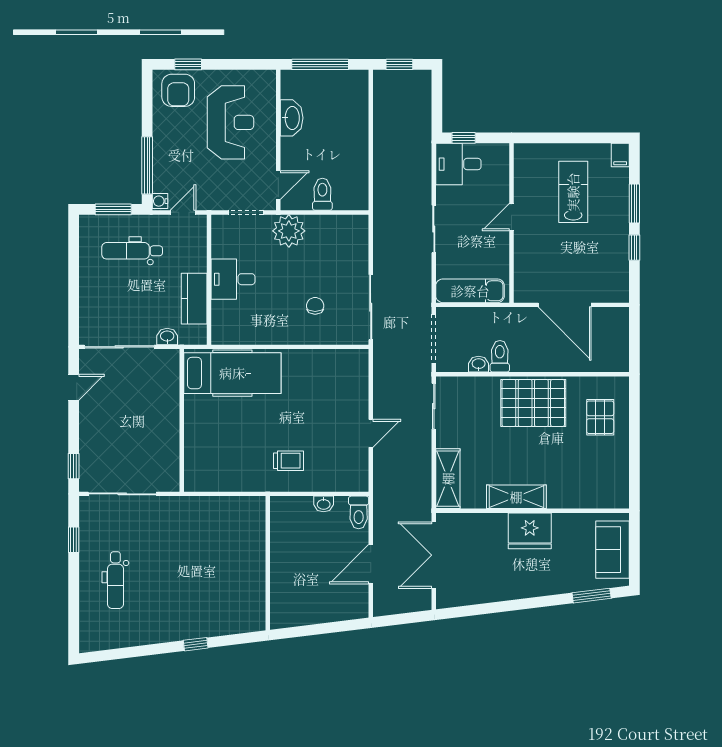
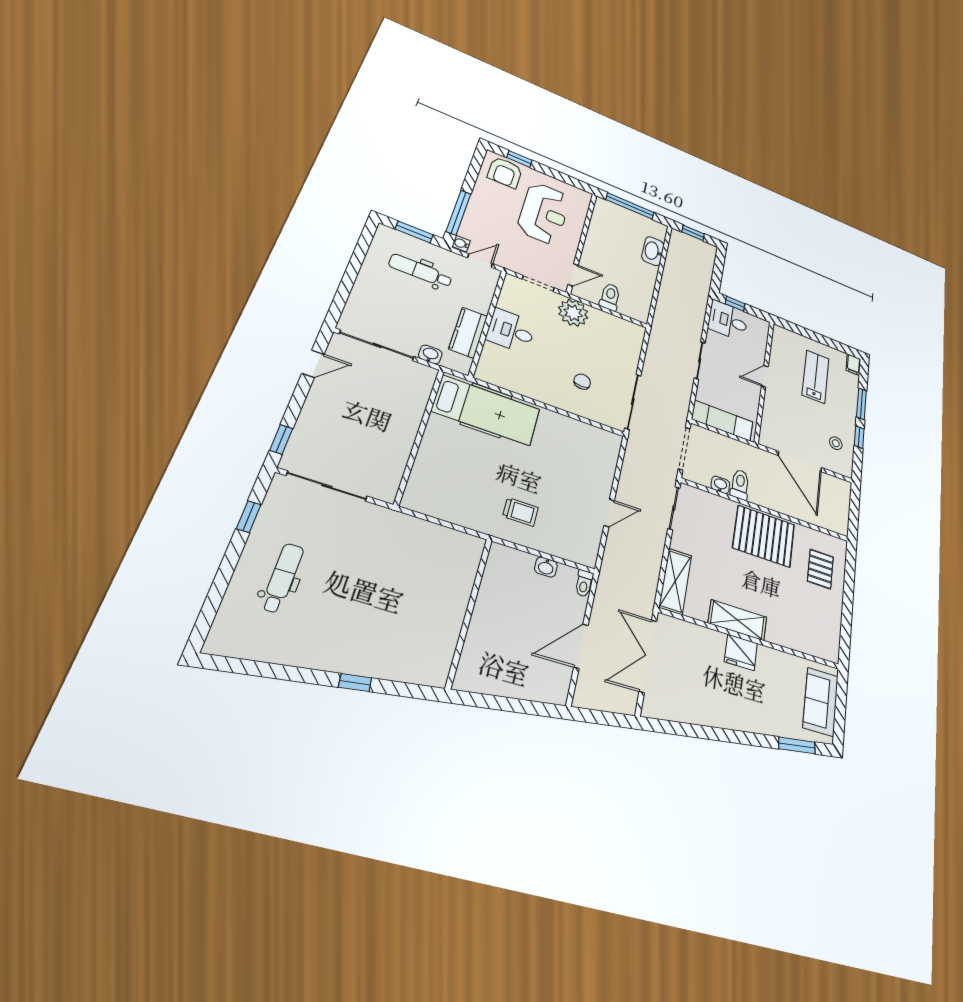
washbasin: (292, 118) -> (653, 251), moved, turned 180
stool: (606, 266) -> (836, 443), added
toilet: (359, 512) -> (584, 583), width x0.73, depth x0.72
fridge: (530, 531) -> (741, 652), width x0.73, depth x0.75
dental chair: (115, 580) -> (283, 578), turned 180

